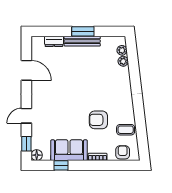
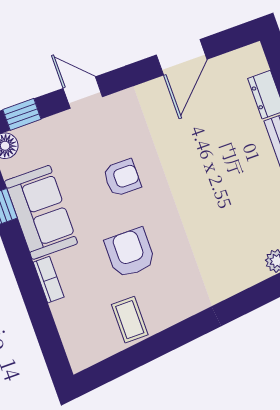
armchair: (123, 152) -> (122, 178), moved

